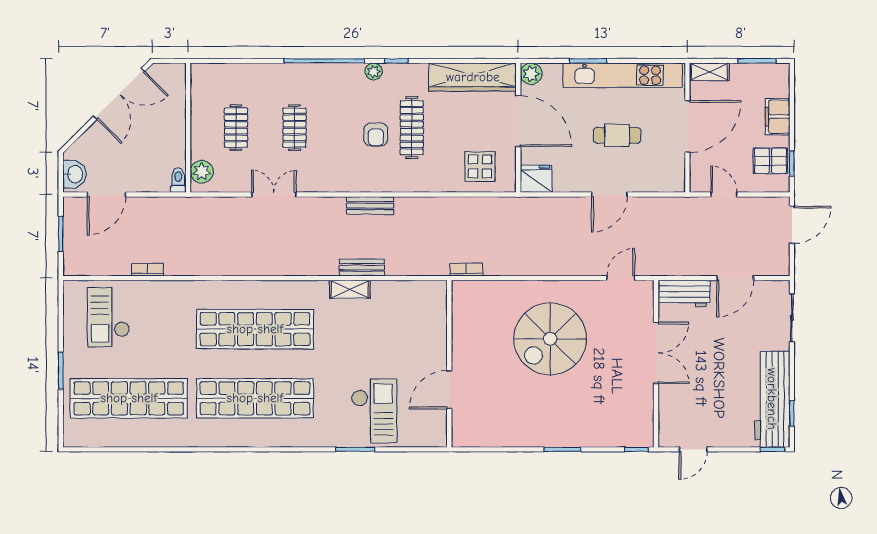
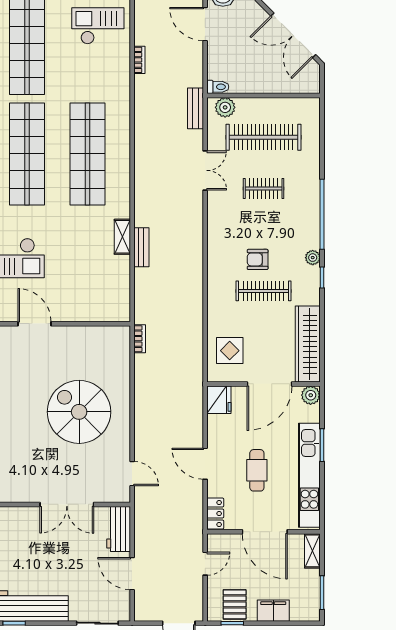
clothes rail: (236, 128) -> (264, 137), width x1.86, depth x1.31
locker: (666, 183) -> (215, 514), added
bench: (370, 206) -> (195, 108), moved

